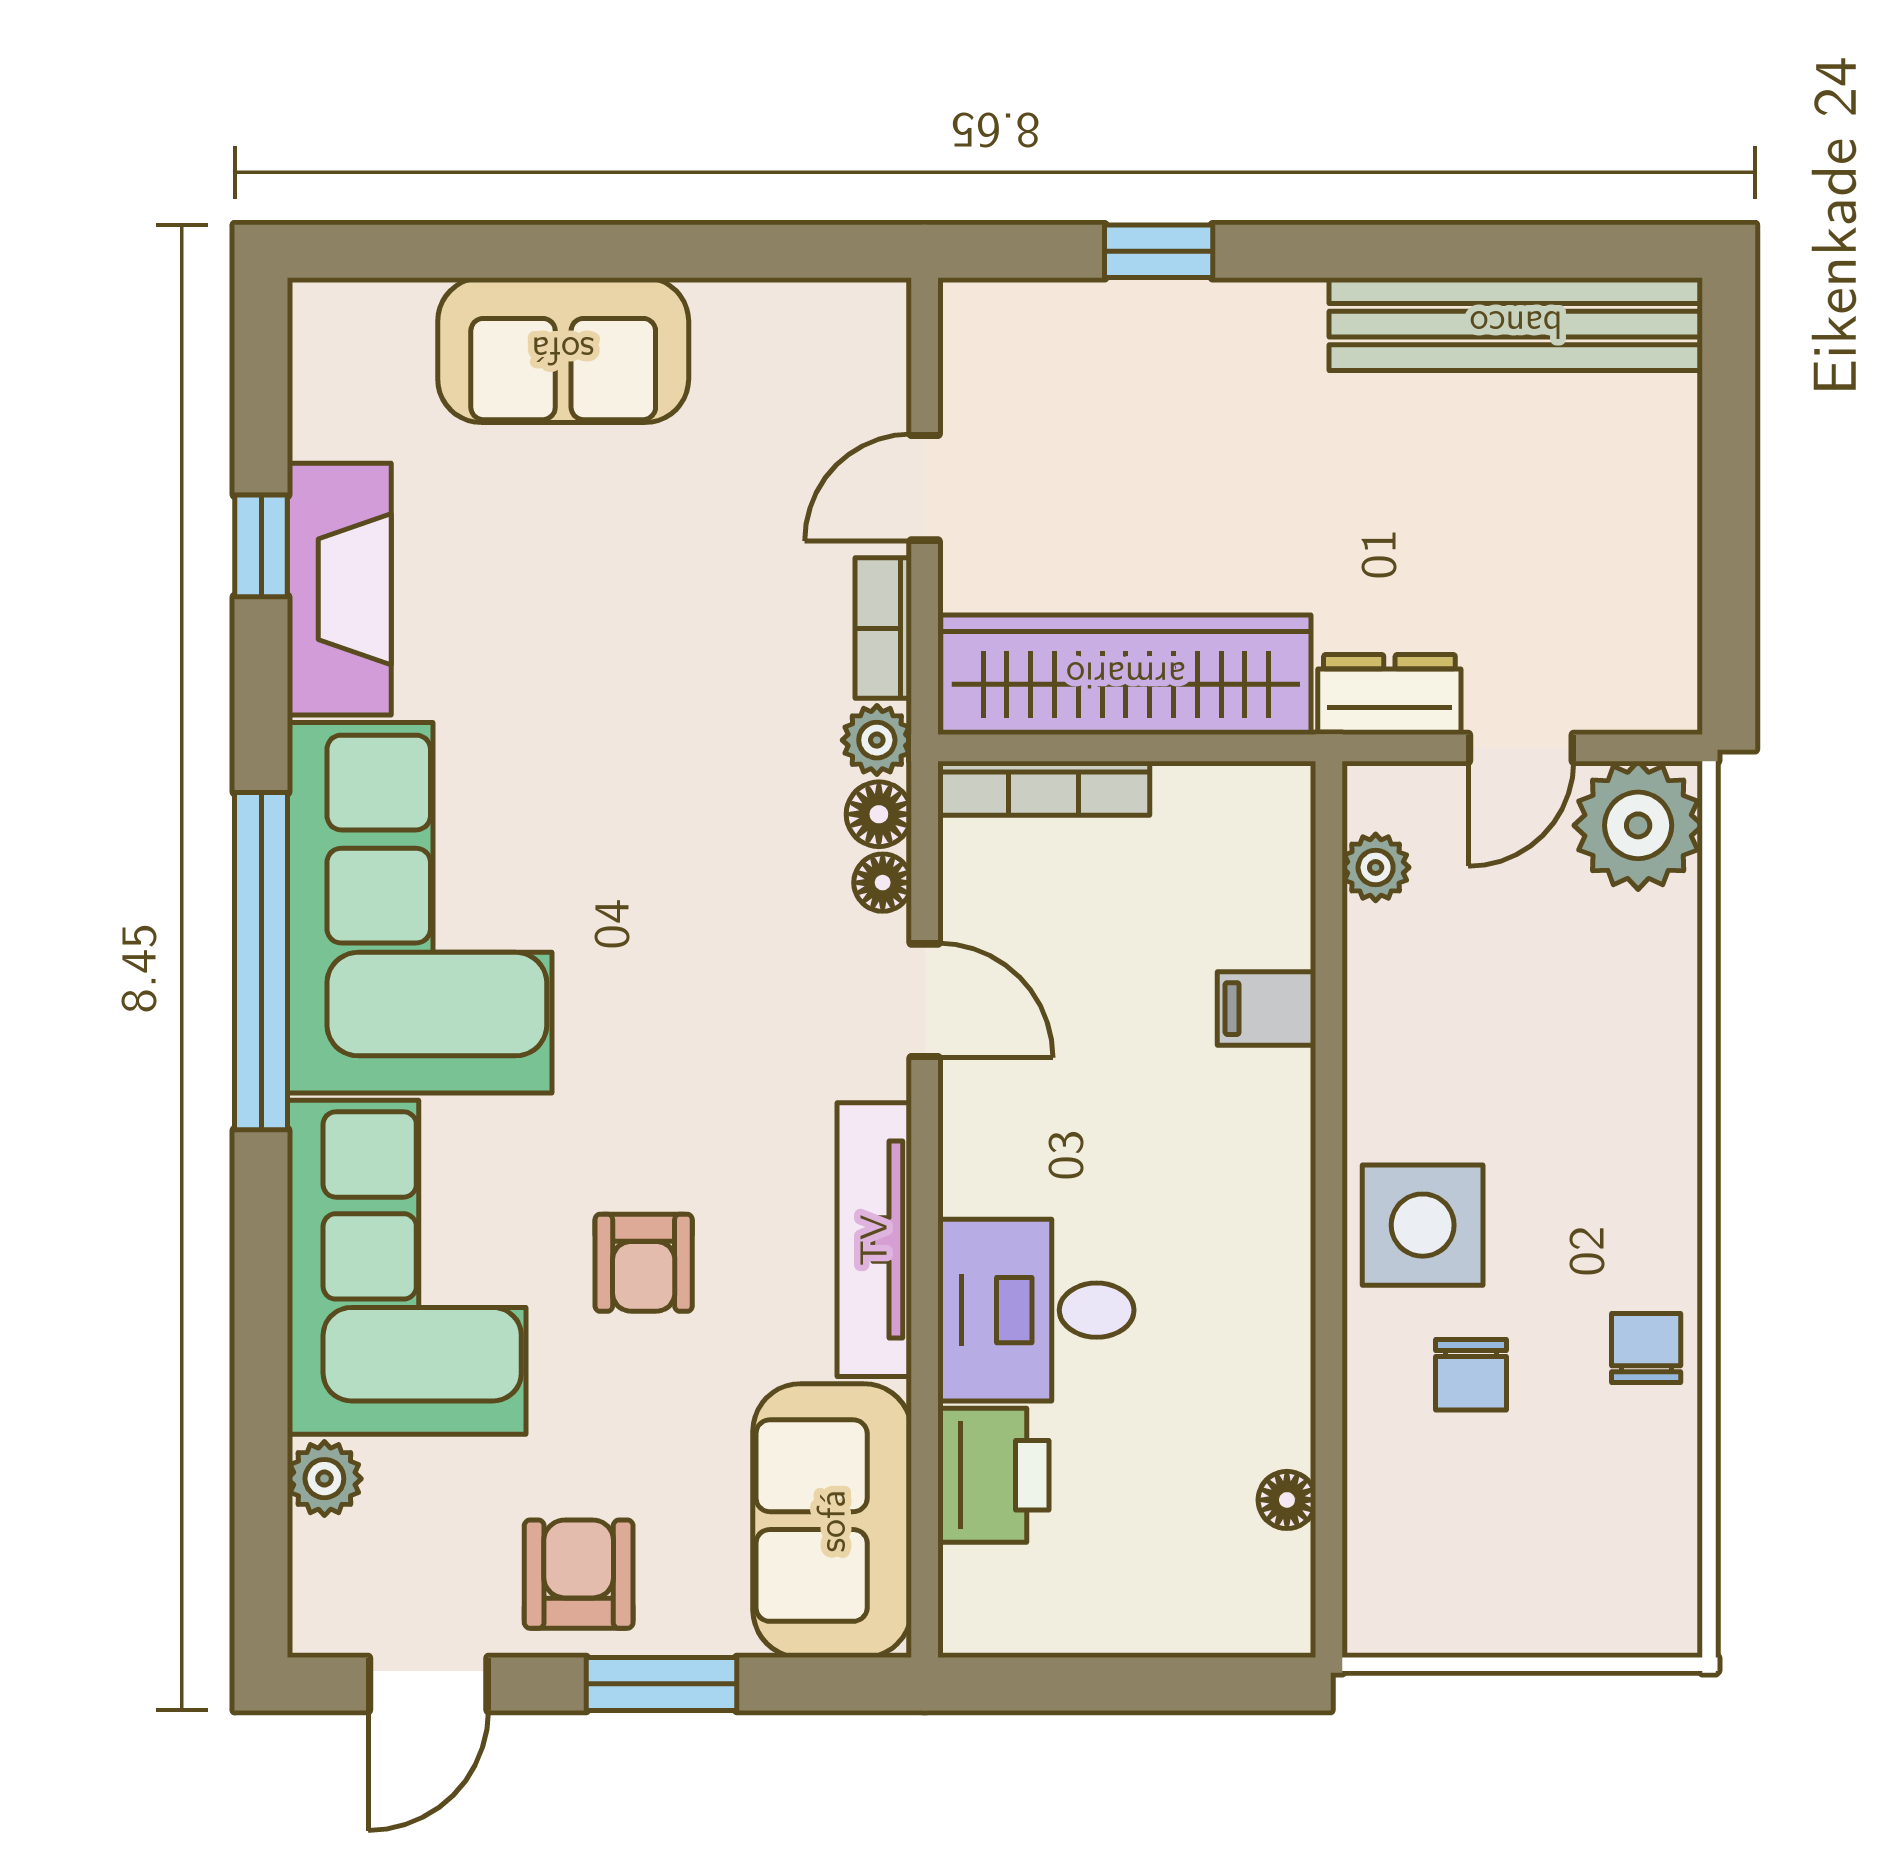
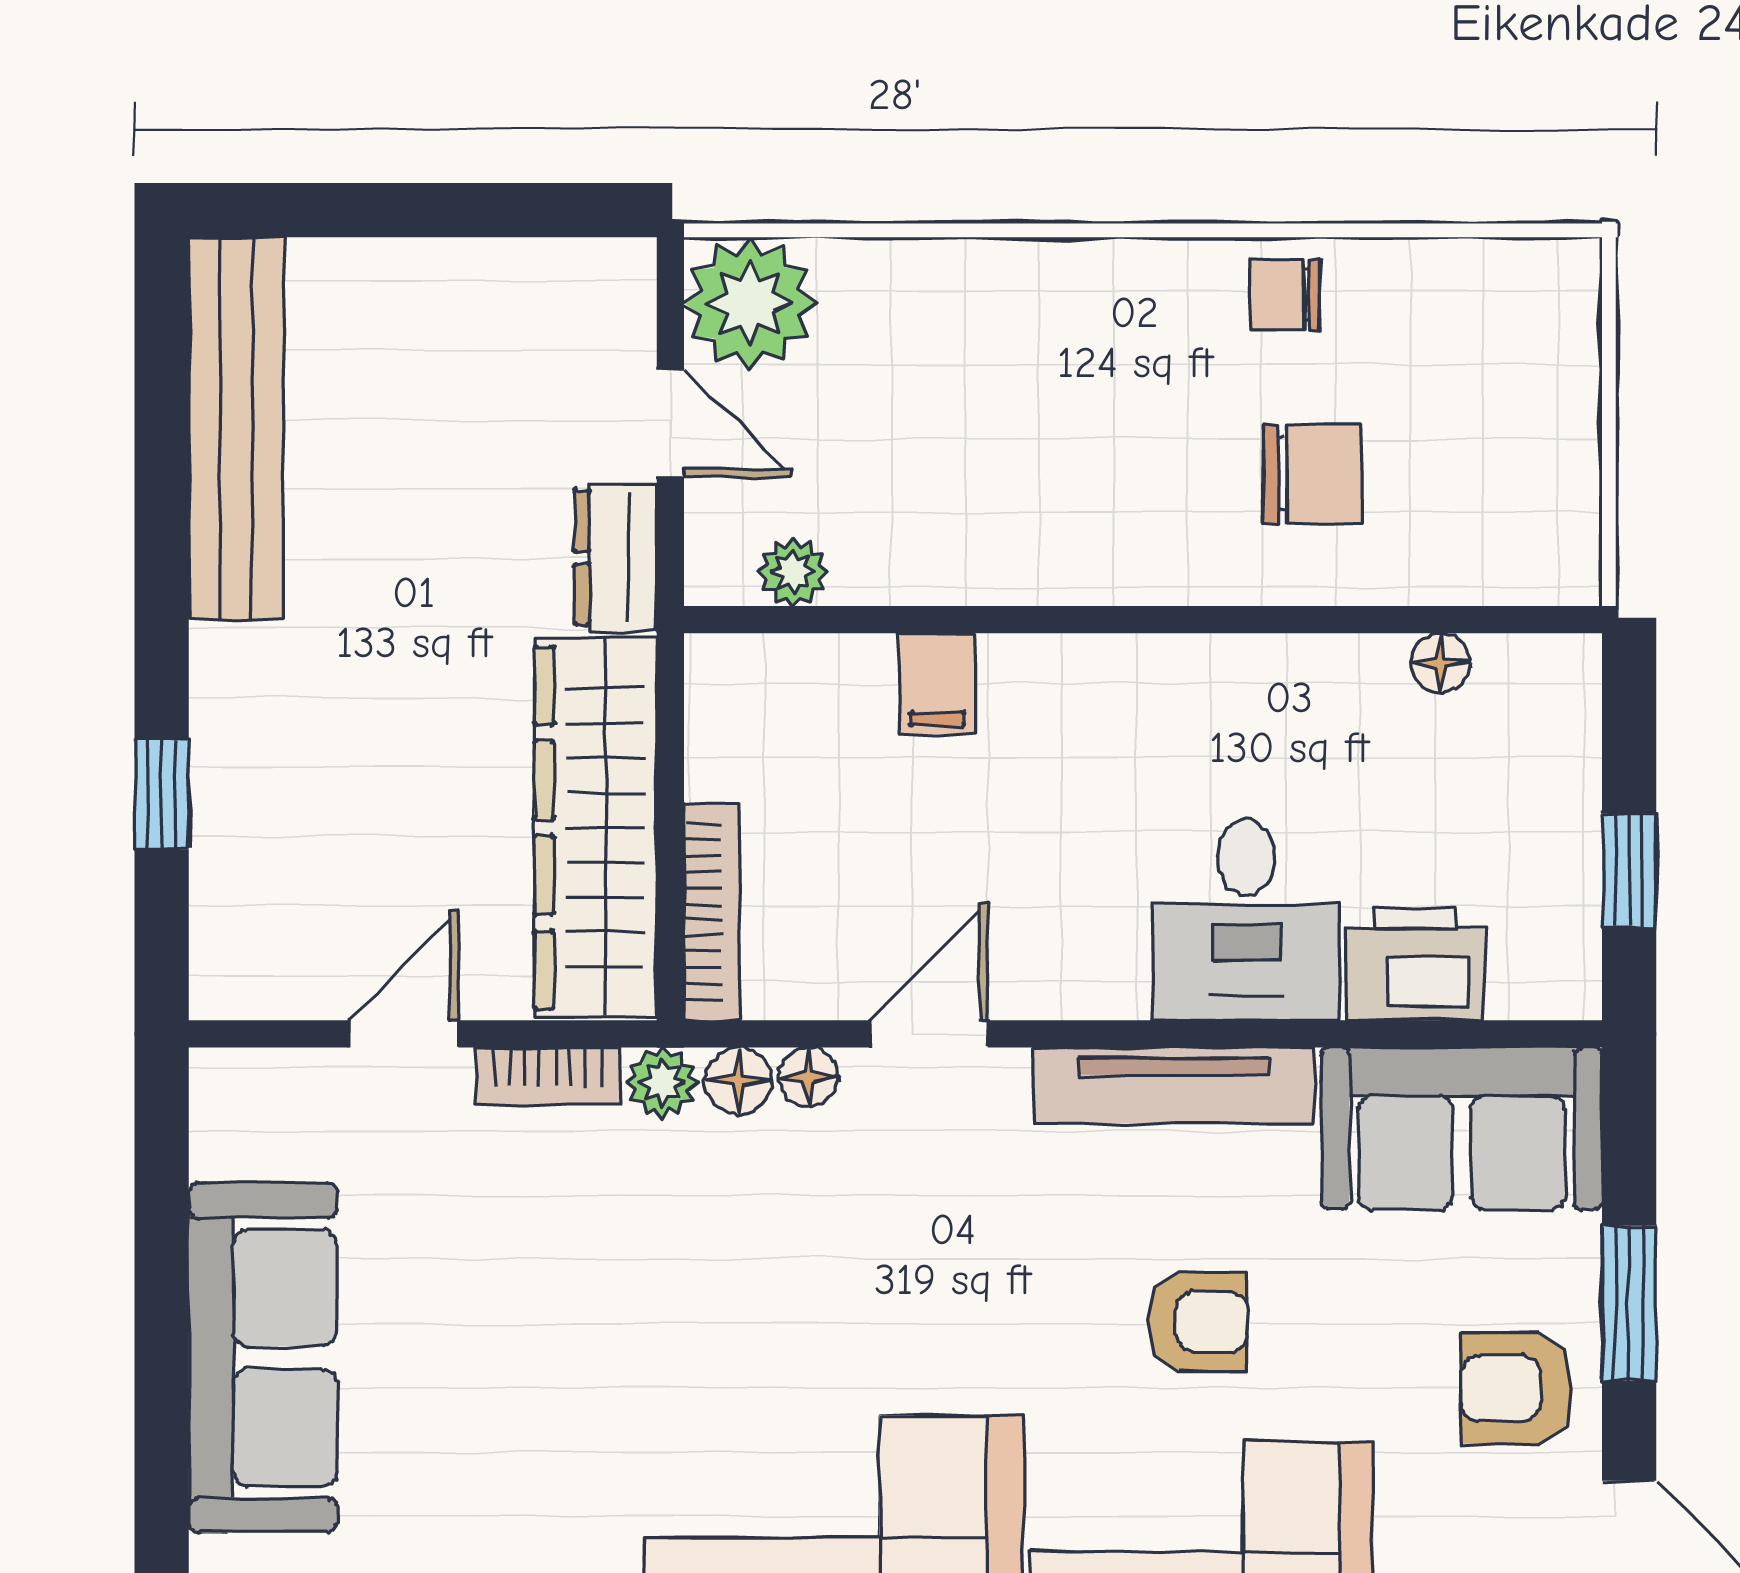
sofa: (563, 350) -> (263, 1358), width x1.36
door: (925, 488) -> (404, 1034), swing flipped
side table: (1423, 1225) -> (1159, 524), removed
chair: (1471, 1375) -> (1312, 474), width x1.37, depth x1.37
window: (1084, 1684) -> (1629, 870), added

